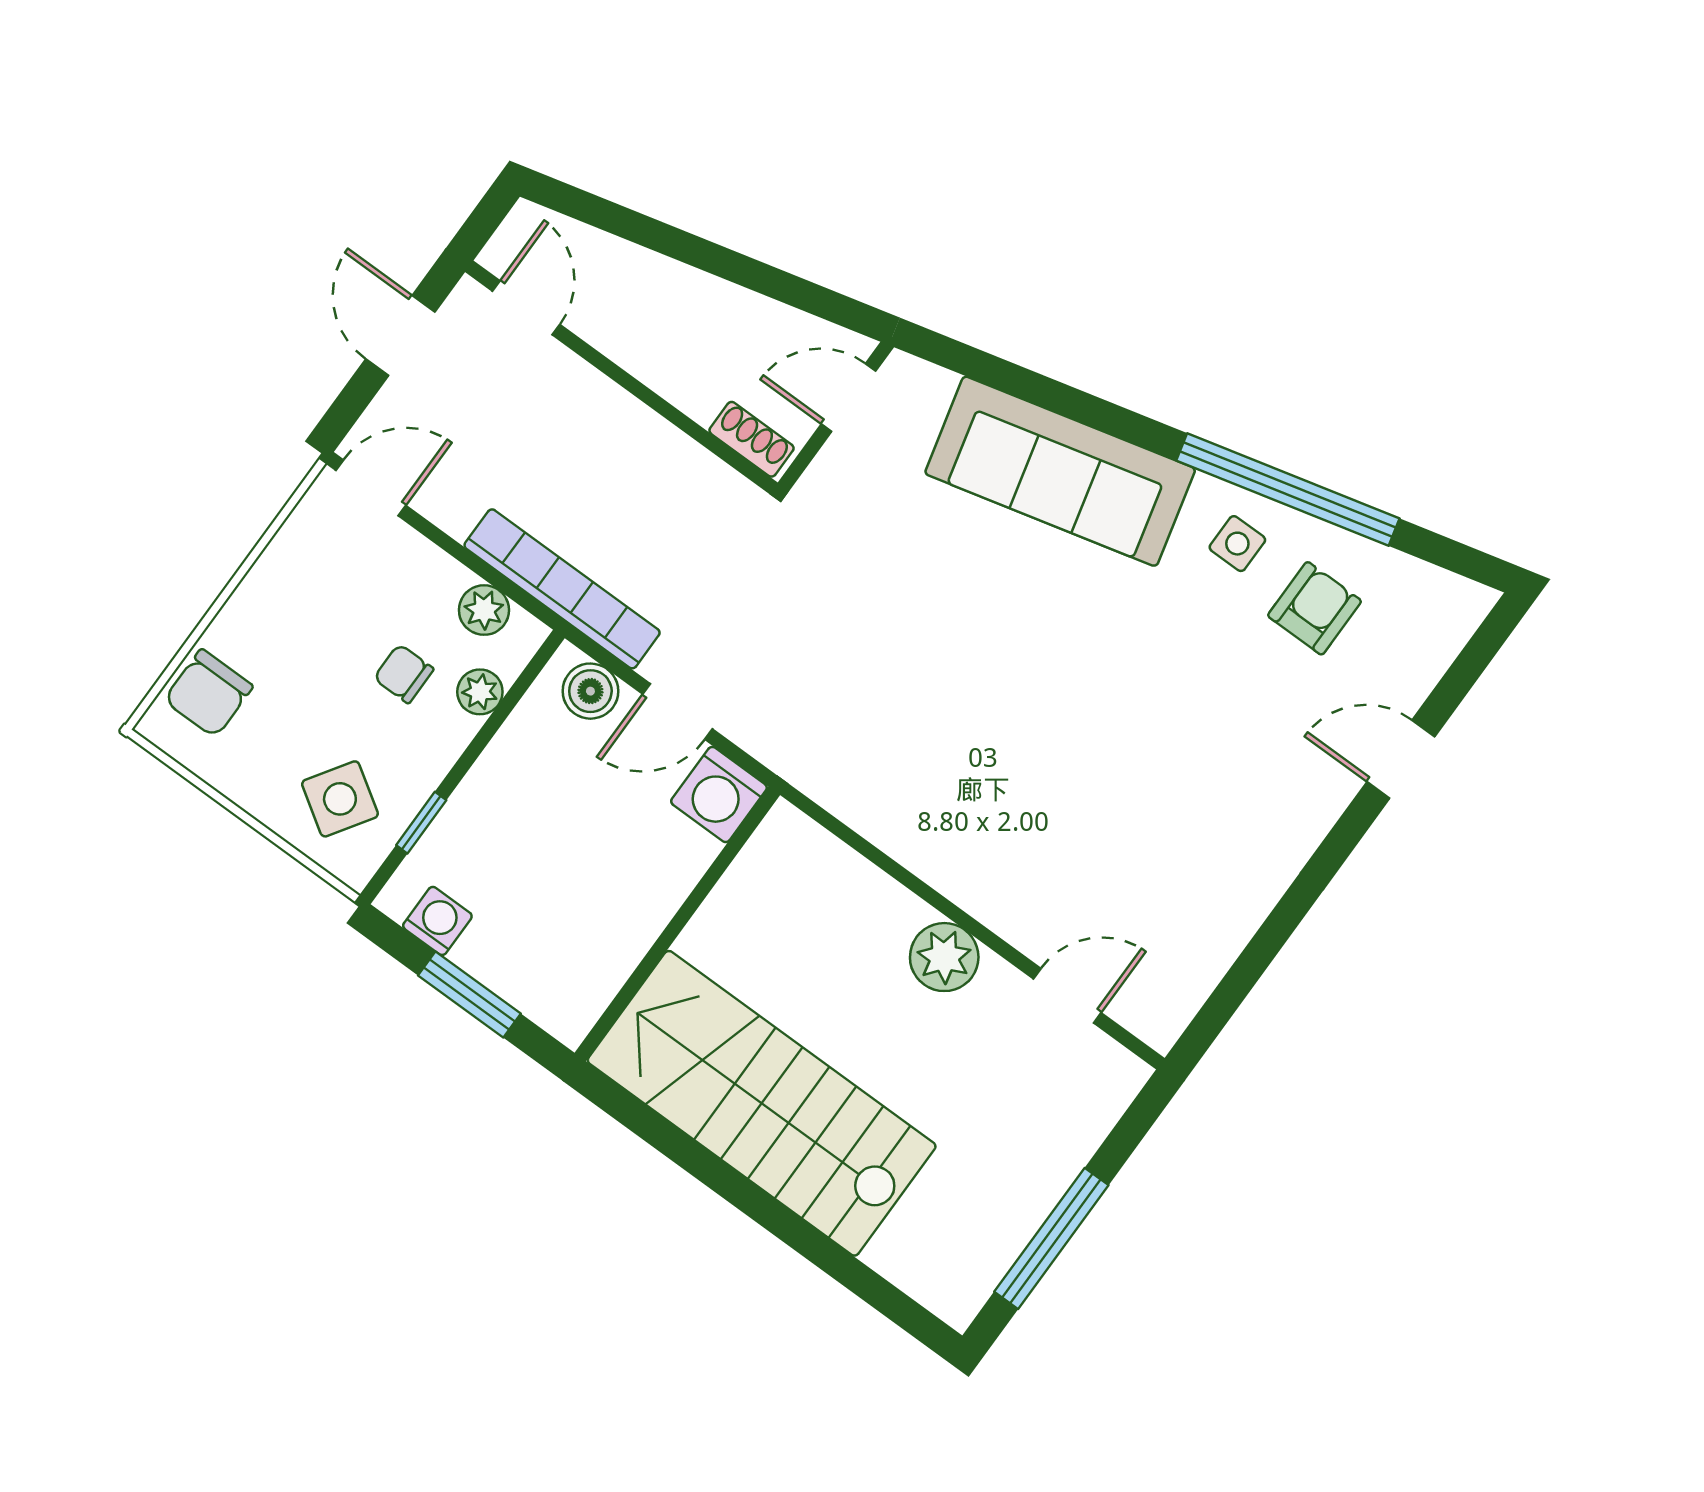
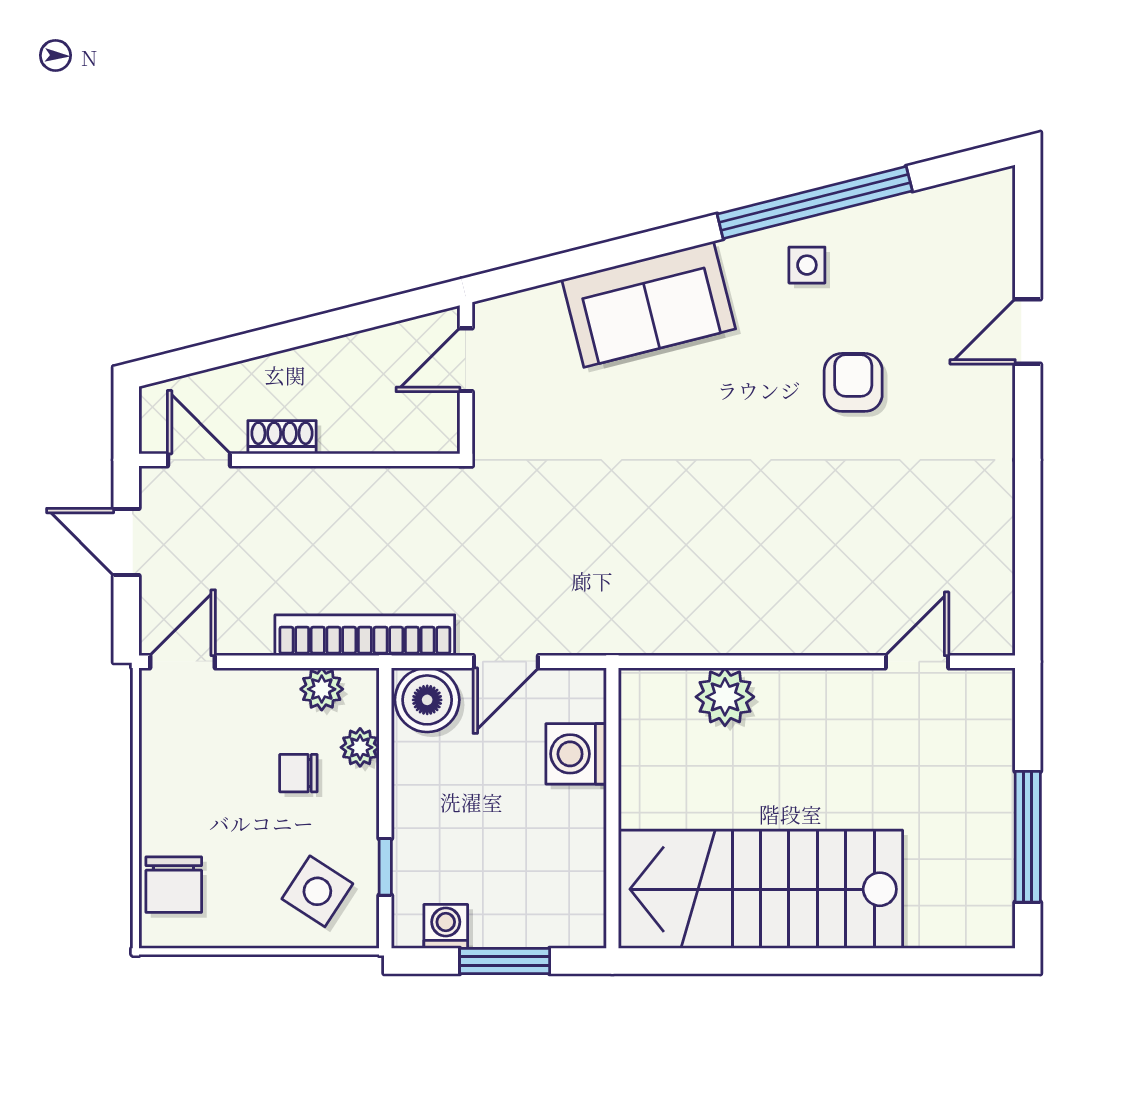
shoe rack: (752, 439) -> (282, 437), moved
sofa: (1060, 471) -> (649, 304), width x0.73
armchair: (1315, 608) -> (853, 382), moved
boiler: (590, 691) -> (427, 700), width x1.36, depth x1.36
washing machine: (719, 794) -> (576, 754), moved, turned 90
plant: (944, 957) -> (725, 697), moved

